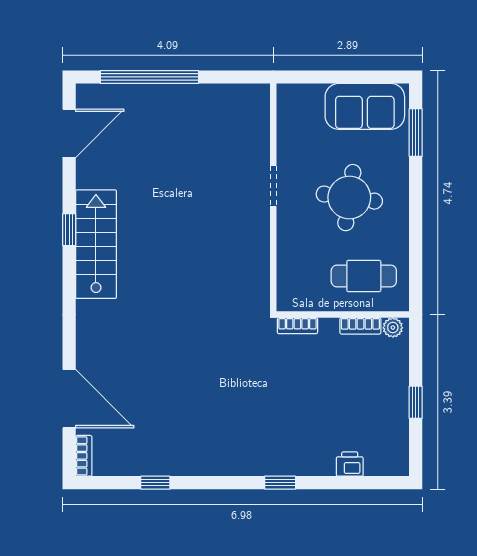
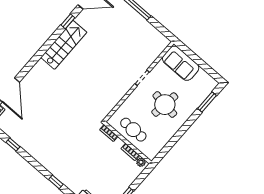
sofa: (365, 106) -> (181, 63), moved
window: (69, 230) -> (68, 21), moved
cafe table: (364, 276) -> (133, 130), moved

